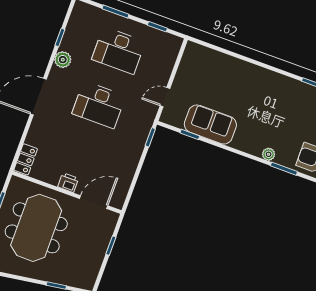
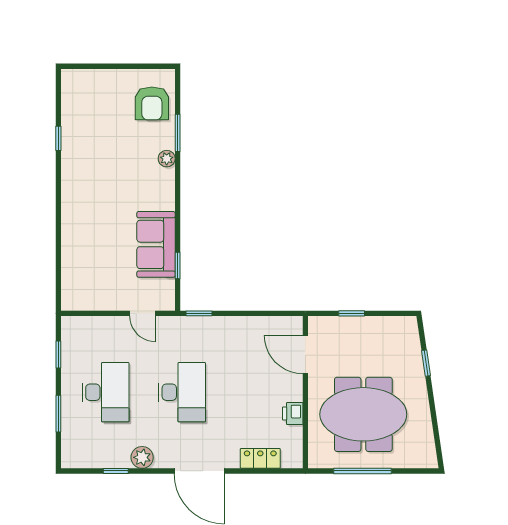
locker: (26, 159) -> (260, 458), moved
printer: (68, 183) -> (293, 414), moved

